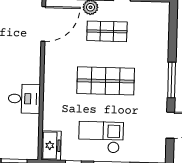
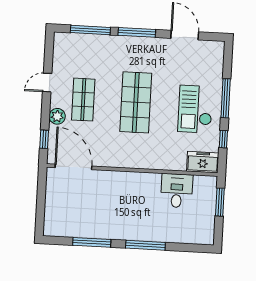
window: (173, 36) -> (90, 30), added
desk: (24, 99) -> (177, 191), moved

